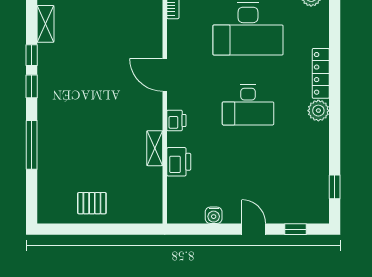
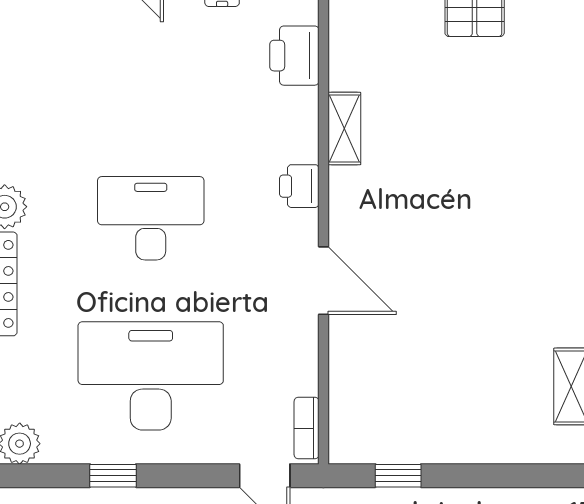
printer: (179, 162) -> (294, 56), moved

